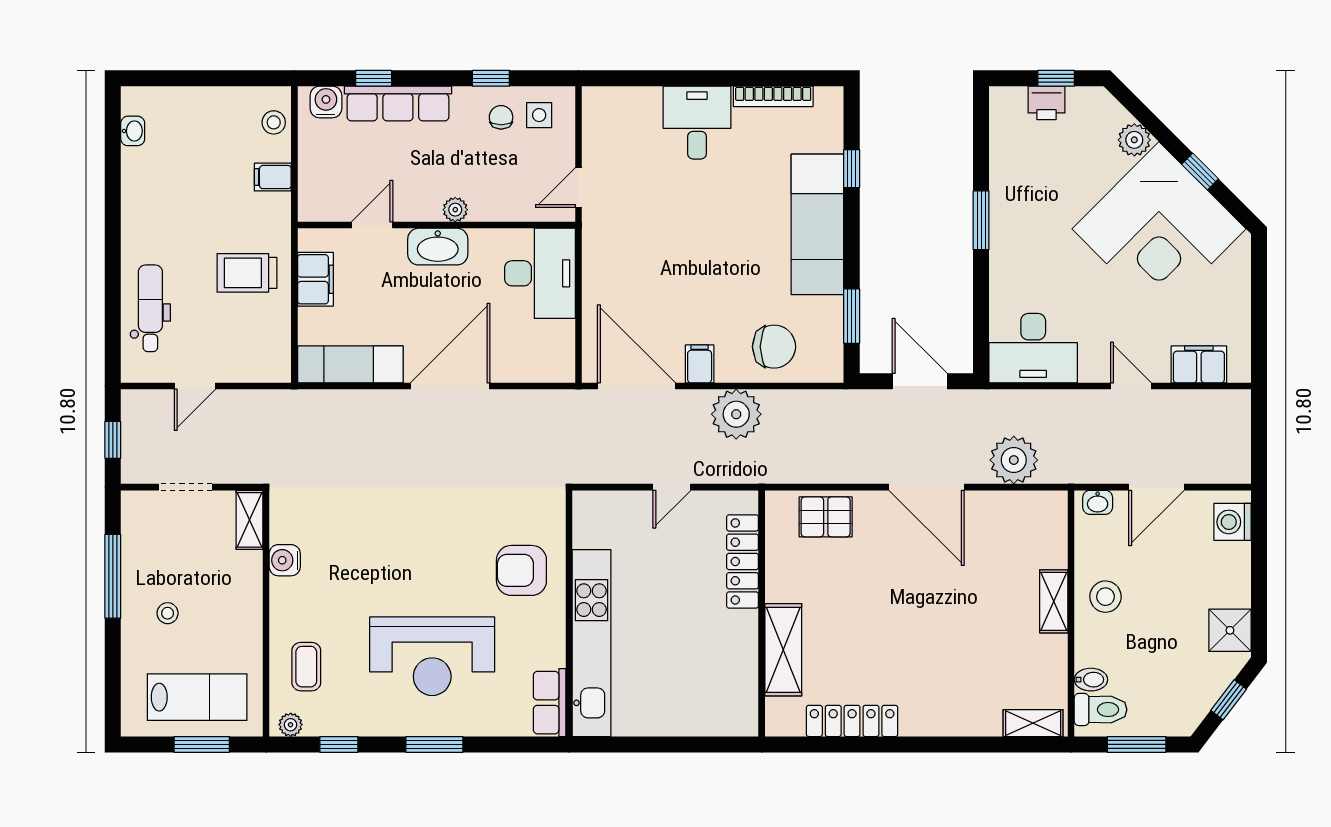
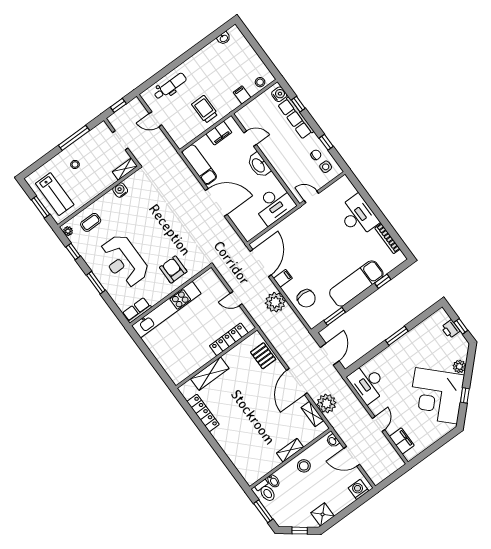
desk: (697, 123) -> (358, 216), width x1.37
plant: (455, 210) -> (275, 162), removed
shelving: (1033, 723) -> (312, 414), moved

